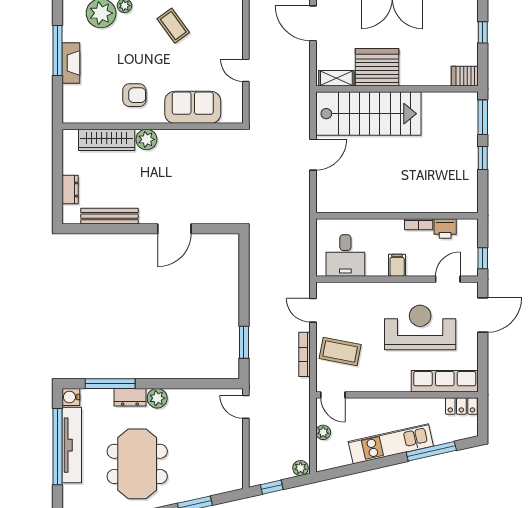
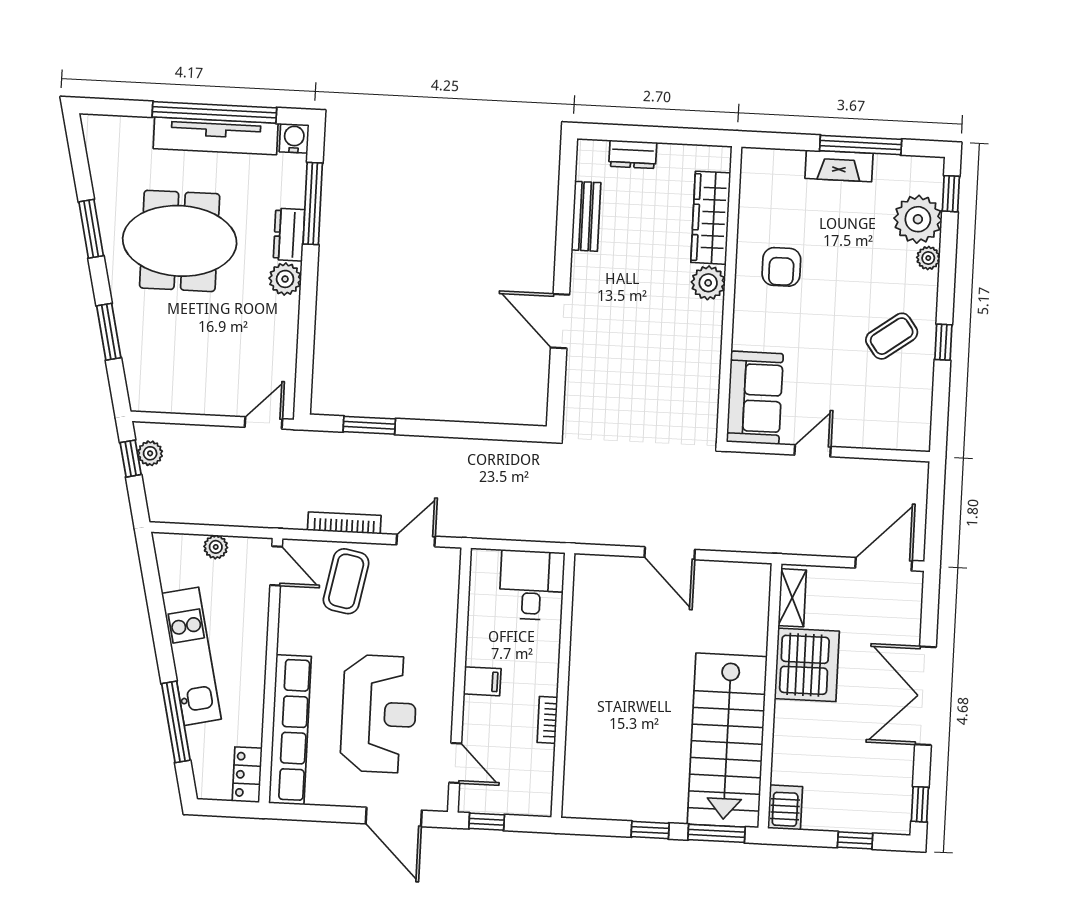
sofa: (193, 107) -> (755, 398), moved
stairs: (368, 114) -> (727, 740), moved
bench: (110, 216) -> (586, 216), width x0.73
printer: (445, 228) -> (538, 763), removed
desk: (345, 256) -> (532, 585), moved, turned 90
row of seats: (445, 381) -> (290, 730), width x1.36
door: (333, 395) -> (276, 566), swing flipped
plant: (301, 468) -> (150, 453), moved

